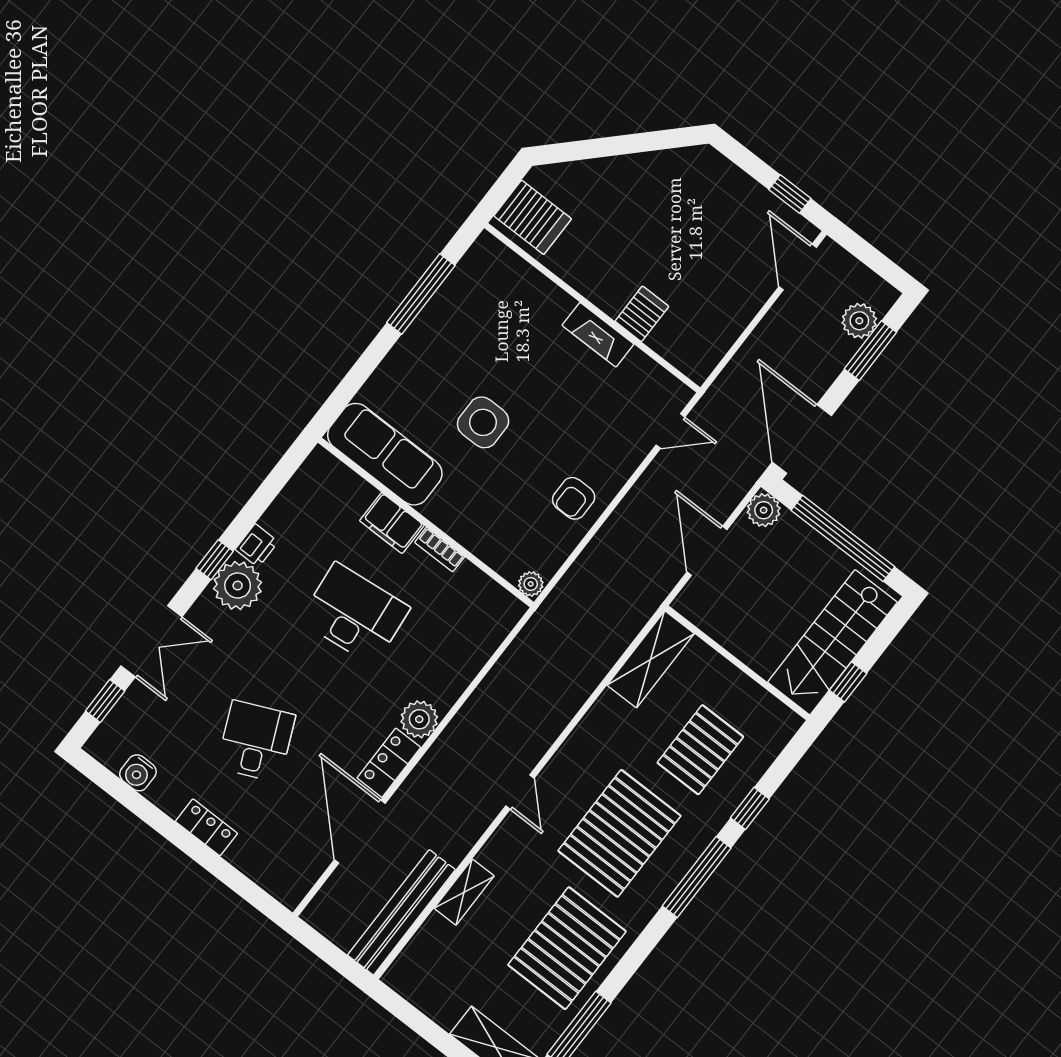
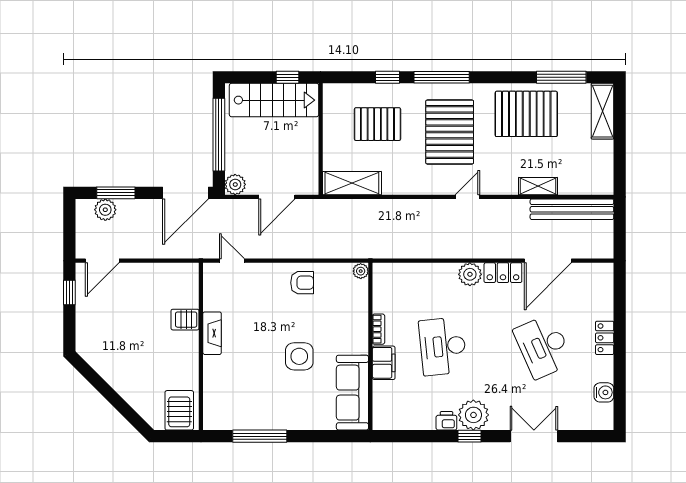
window: (105, 701) -> (581, 436), removed
desk: (256, 741) -> (543, 346), width x1.37
pallet: (619, 833) -> (450, 132), turned 90

